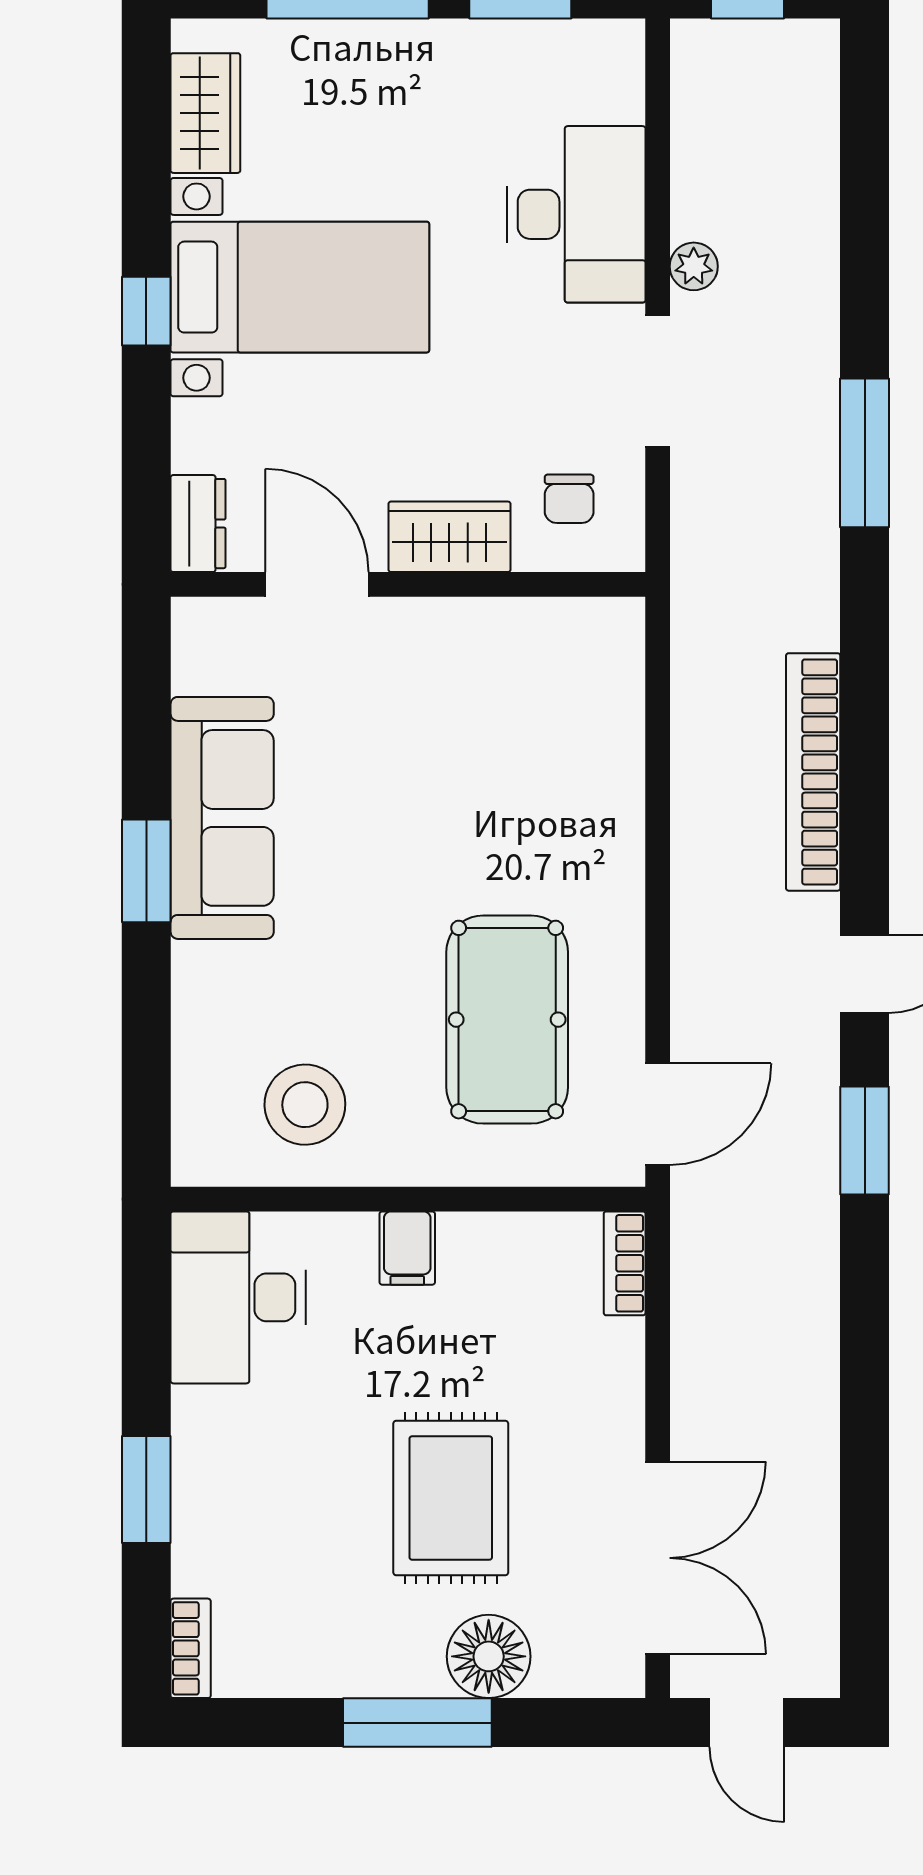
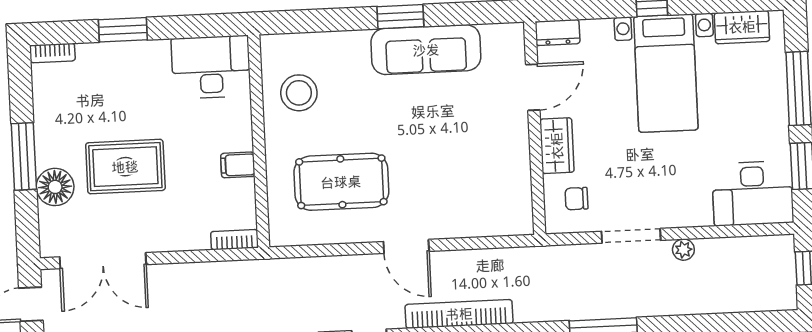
desk: (576, 214) -> (753, 193), moved
door: (658, 1114) -> (406, 246), moved
filing cabinet: (407, 1248) -> (238, 165), moved

